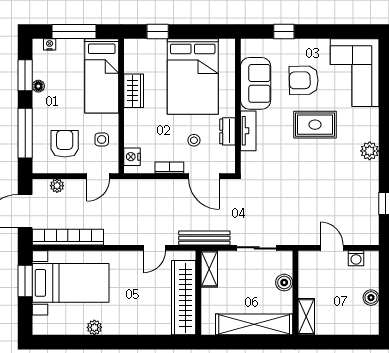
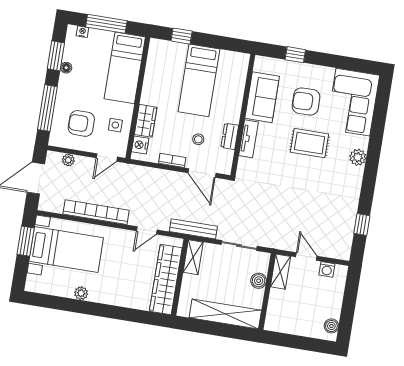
bed: (193, 77) -> (199, 80), width x0.67
wardrobe: (134, 91) -> (146, 121), moved
armchair: (65, 144) -> (81, 123), turned -90
plant: (370, 151) -> (358, 157), moved
bookcase: (68, 237) -> (96, 212), moved
boiler: (371, 298) -> (331, 326), moved
shelving: (306, 317) -> (280, 272), moved

